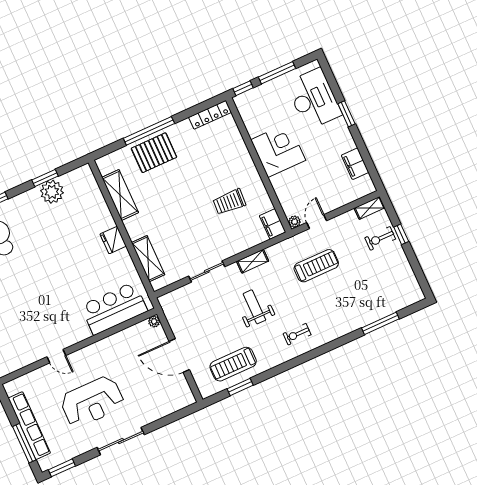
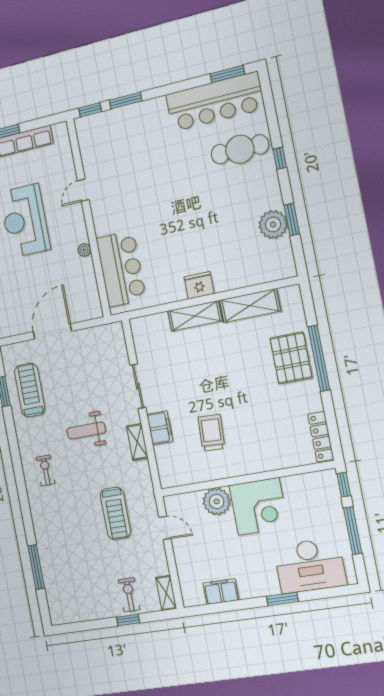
plant: (294, 222) -> (217, 501), moved, width x1.88, depth x1.88
filing cabinet: (273, 224) -> (160, 428), moved, turned 90
shelving: (148, 259) -> (195, 316), moved
weight bench: (254, 307) -> (86, 431), turned 180
plant: (154, 321) -> (84, 250), moved

